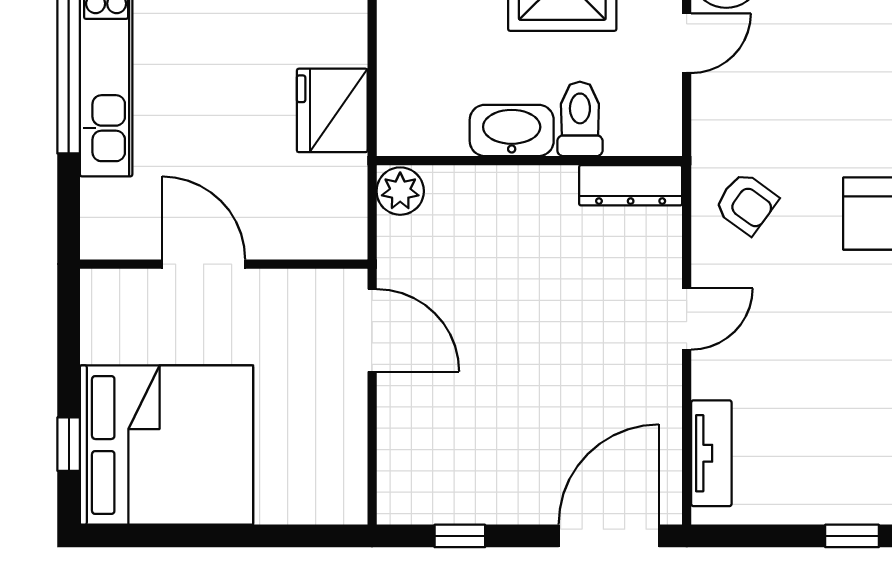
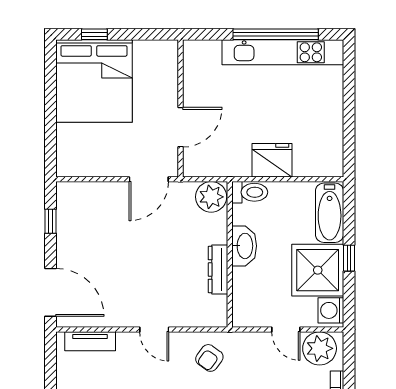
fridge: (332, 110) -> (272, 160), moved
toilet: (580, 119) -> (250, 192), moved
dresser: (631, 185) -> (218, 270), moved
plant: (400, 191) -> (211, 197), width x1.36, depth x1.36
door: (204, 264) -> (180, 127), moved

